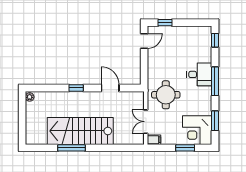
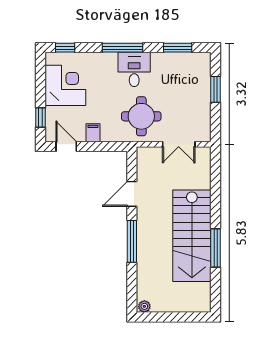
desk: (199, 74) -> (134, 69), moved
window: (76, 88) -> (132, 241), width x2.17
corner desk: (197, 130) -> (65, 85), moved, turned -90
filing cabinet: (154, 140) -> (93, 133), moved

